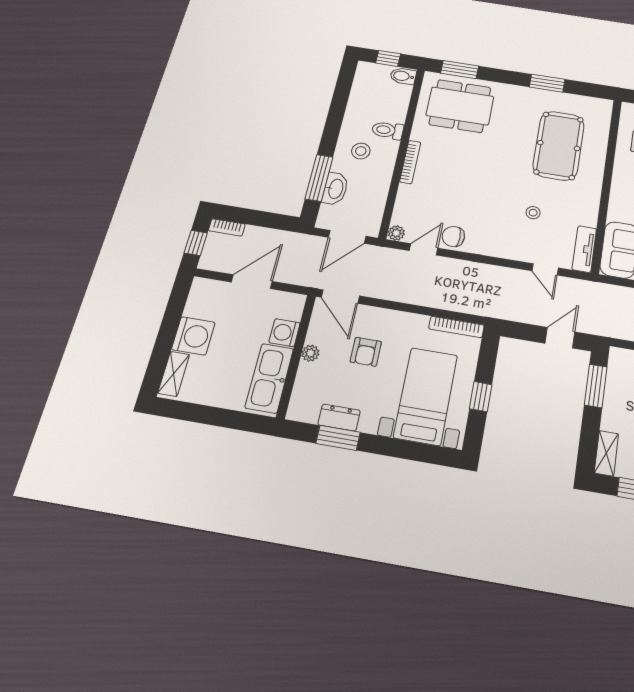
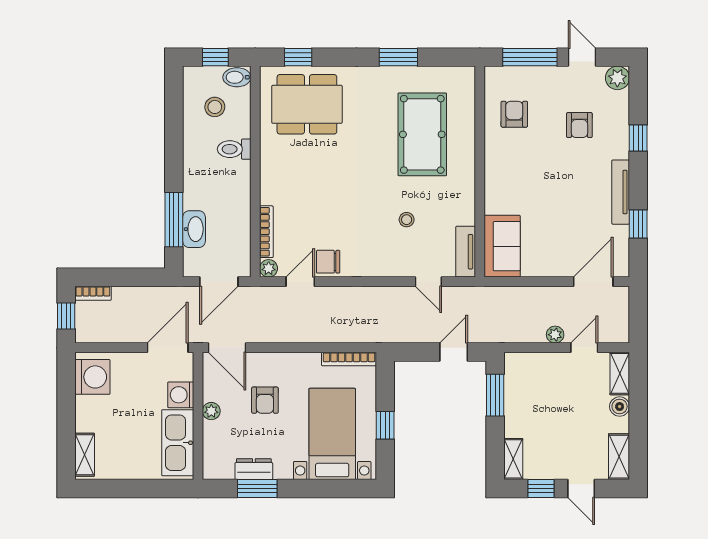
window: (460, 70) -> (298, 57), width x0.67
stool: (361, 151) -> (215, 107), moved
bookcase: (410, 162) -> (266, 232), moved
door: (252, 282) -> (168, 348), moved
washing machine: (193, 336) -> (92, 377), moved

